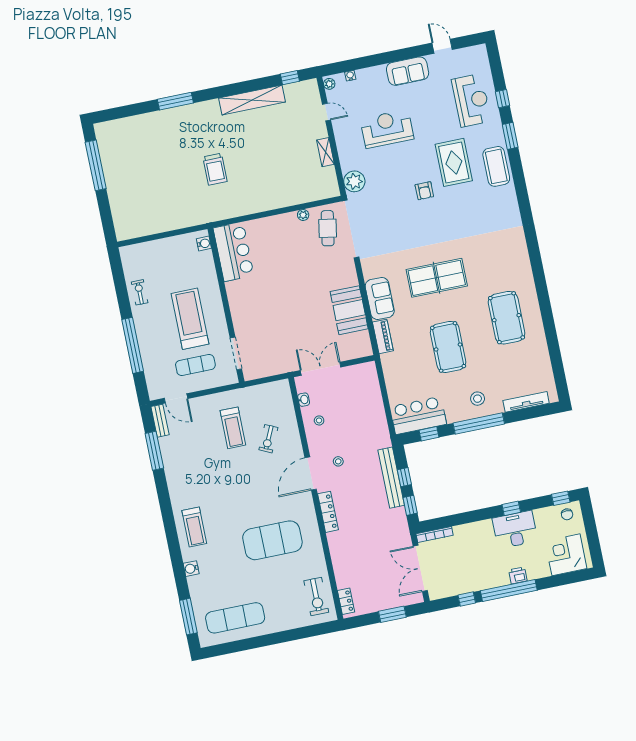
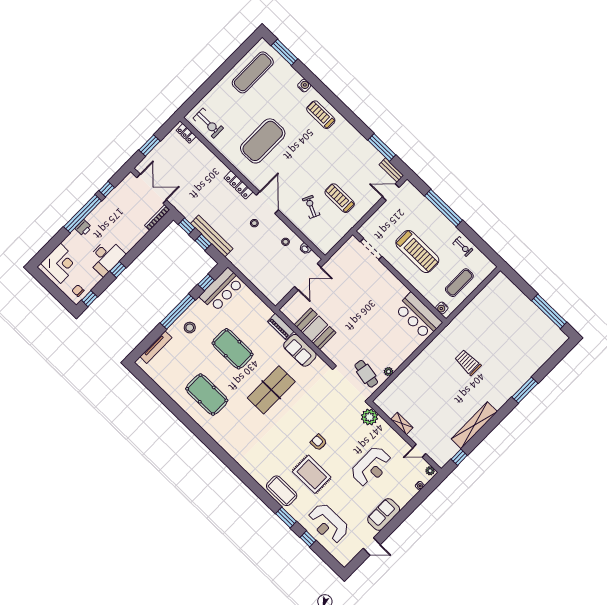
exercise mat: (195, 365) -> (459, 283), moved
exercise bike: (316, 597) -> (208, 123), turned 180

